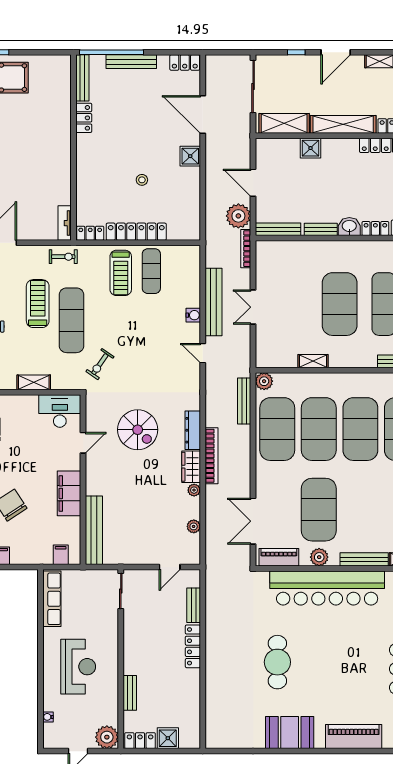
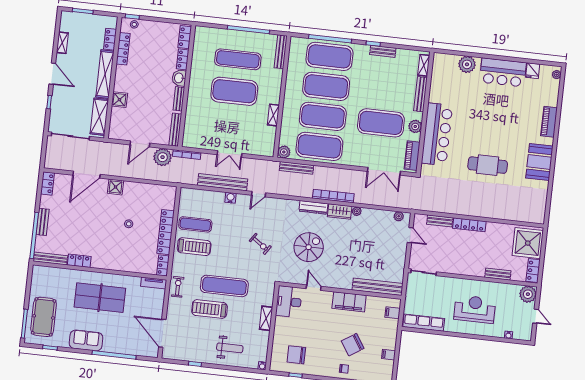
bench: (131, 62) -> (43, 222), width x0.73
table tennis table: (36, 152) -> (100, 298), added
exercise bike: (100, 364) -> (260, 244), moved
plant: (194, 526) -> (399, 216), moved
bar counter: (327, 588) -> (437, 134), width x0.73
piano: (354, 737) -> (549, 122), width x0.73, depth x0.75
shower: (168, 738) -> (528, 243), width x1.86, depth x1.86

